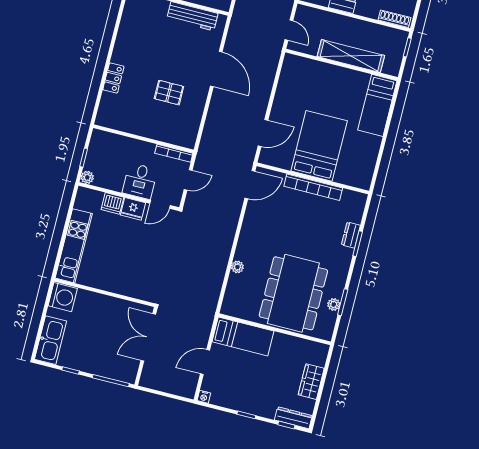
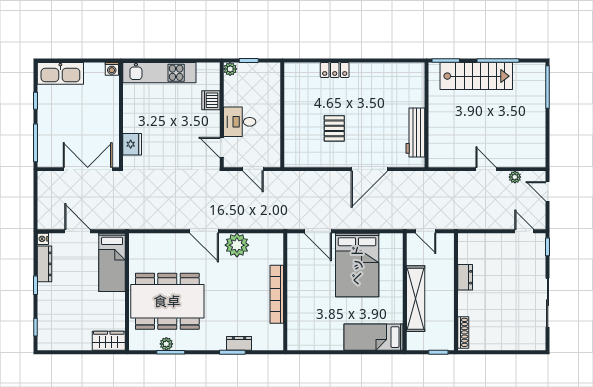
door: (289, 30) -> (426, 231), hinge flipped
bed: (319, 146) -> (357, 265), moved, turned 90
bookcase: (174, 153) -> (276, 148), removed
door: (250, 185) -> (204, 231), moved
fridge: (133, 209) -> (132, 144), moved, turned 180
plant: (237, 267) -> (237, 245), moved, width x1.88, depth x1.88
washing machine: (63, 297) -> (112, 69), width x0.53, depth x0.53
wardrobe: (311, 382) -> (109, 341), moved
dresser: (293, 418) -> (45, 264), moved

